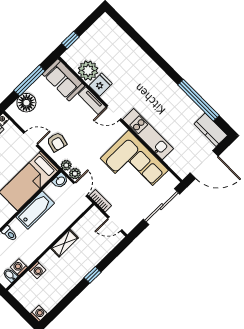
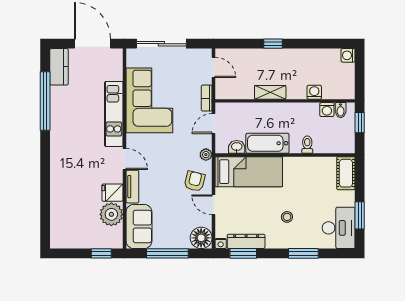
floor lamp: (26, 103) -> (201, 238), moved
plant: (75, 174) -> (205, 141), removed
washbasin: (60, 181) -> (237, 147), moved

